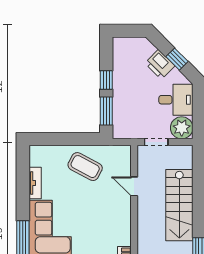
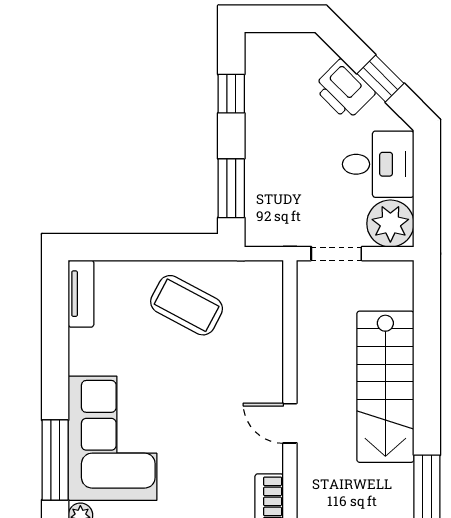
window: (106, 80) -> (231, 94), moved
tv unit: (35, 183) -> (81, 294), moved
door: (134, 186) -> (290, 423), moved

